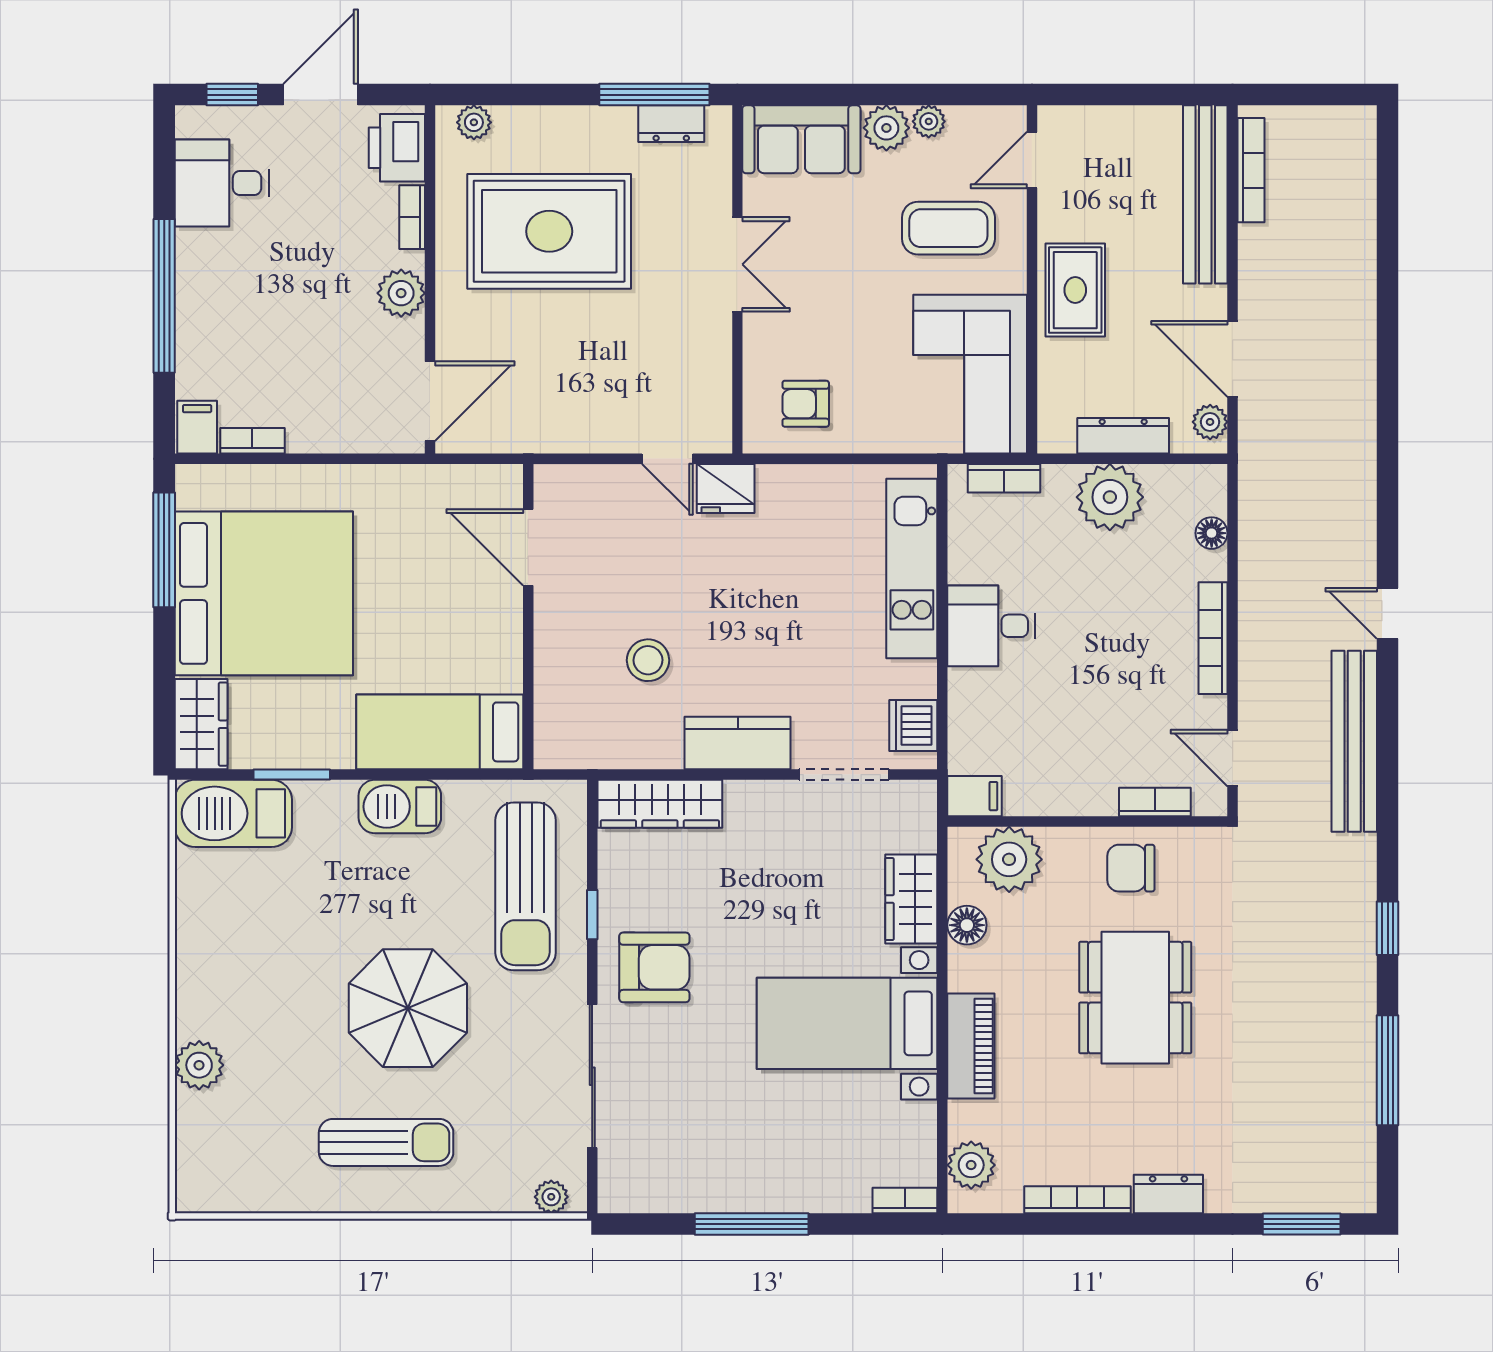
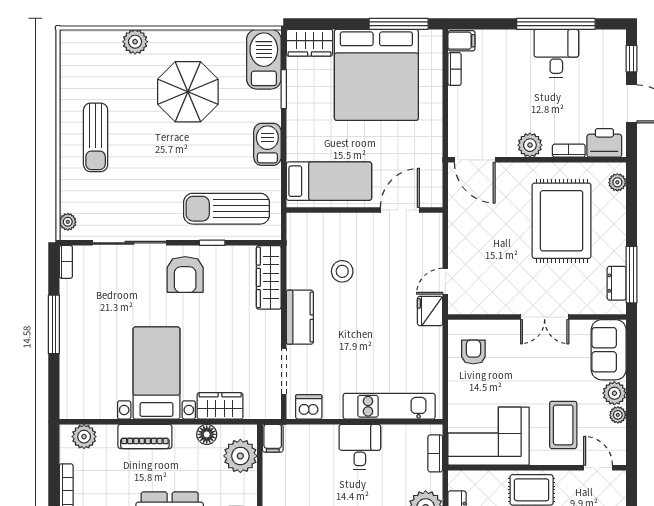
desk: (222, 183) -> (556, 53), moved
window: (164, 296) -> (556, 24), moved
bed: (440, 732) -> (329, 181), moved, turned 90
parasol: (408, 1008) -> (188, 92), moved
bookcase: (905, 1200) -> (66, 262), moved

